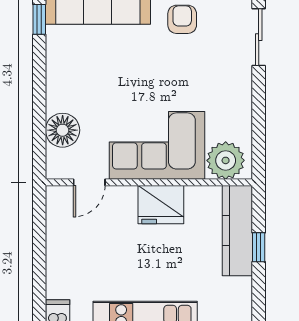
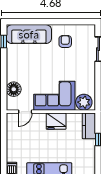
kitchen counter: (237, 231) -> (89, 126), width x0.67

